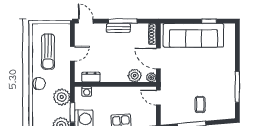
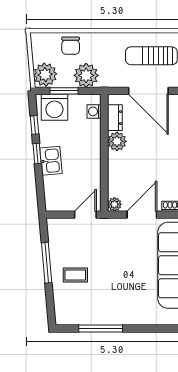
door: (72, 54) -> (148, 91), width x1.87
plant: (135, 76) -> (117, 141), moved
chair: (39, 84) -> (71, 46), moved

